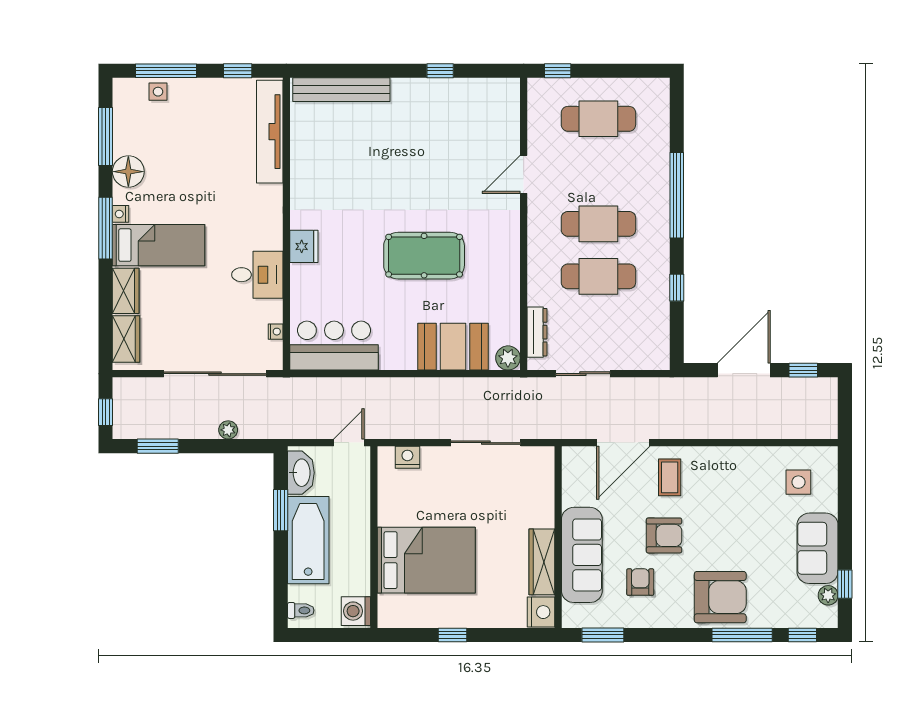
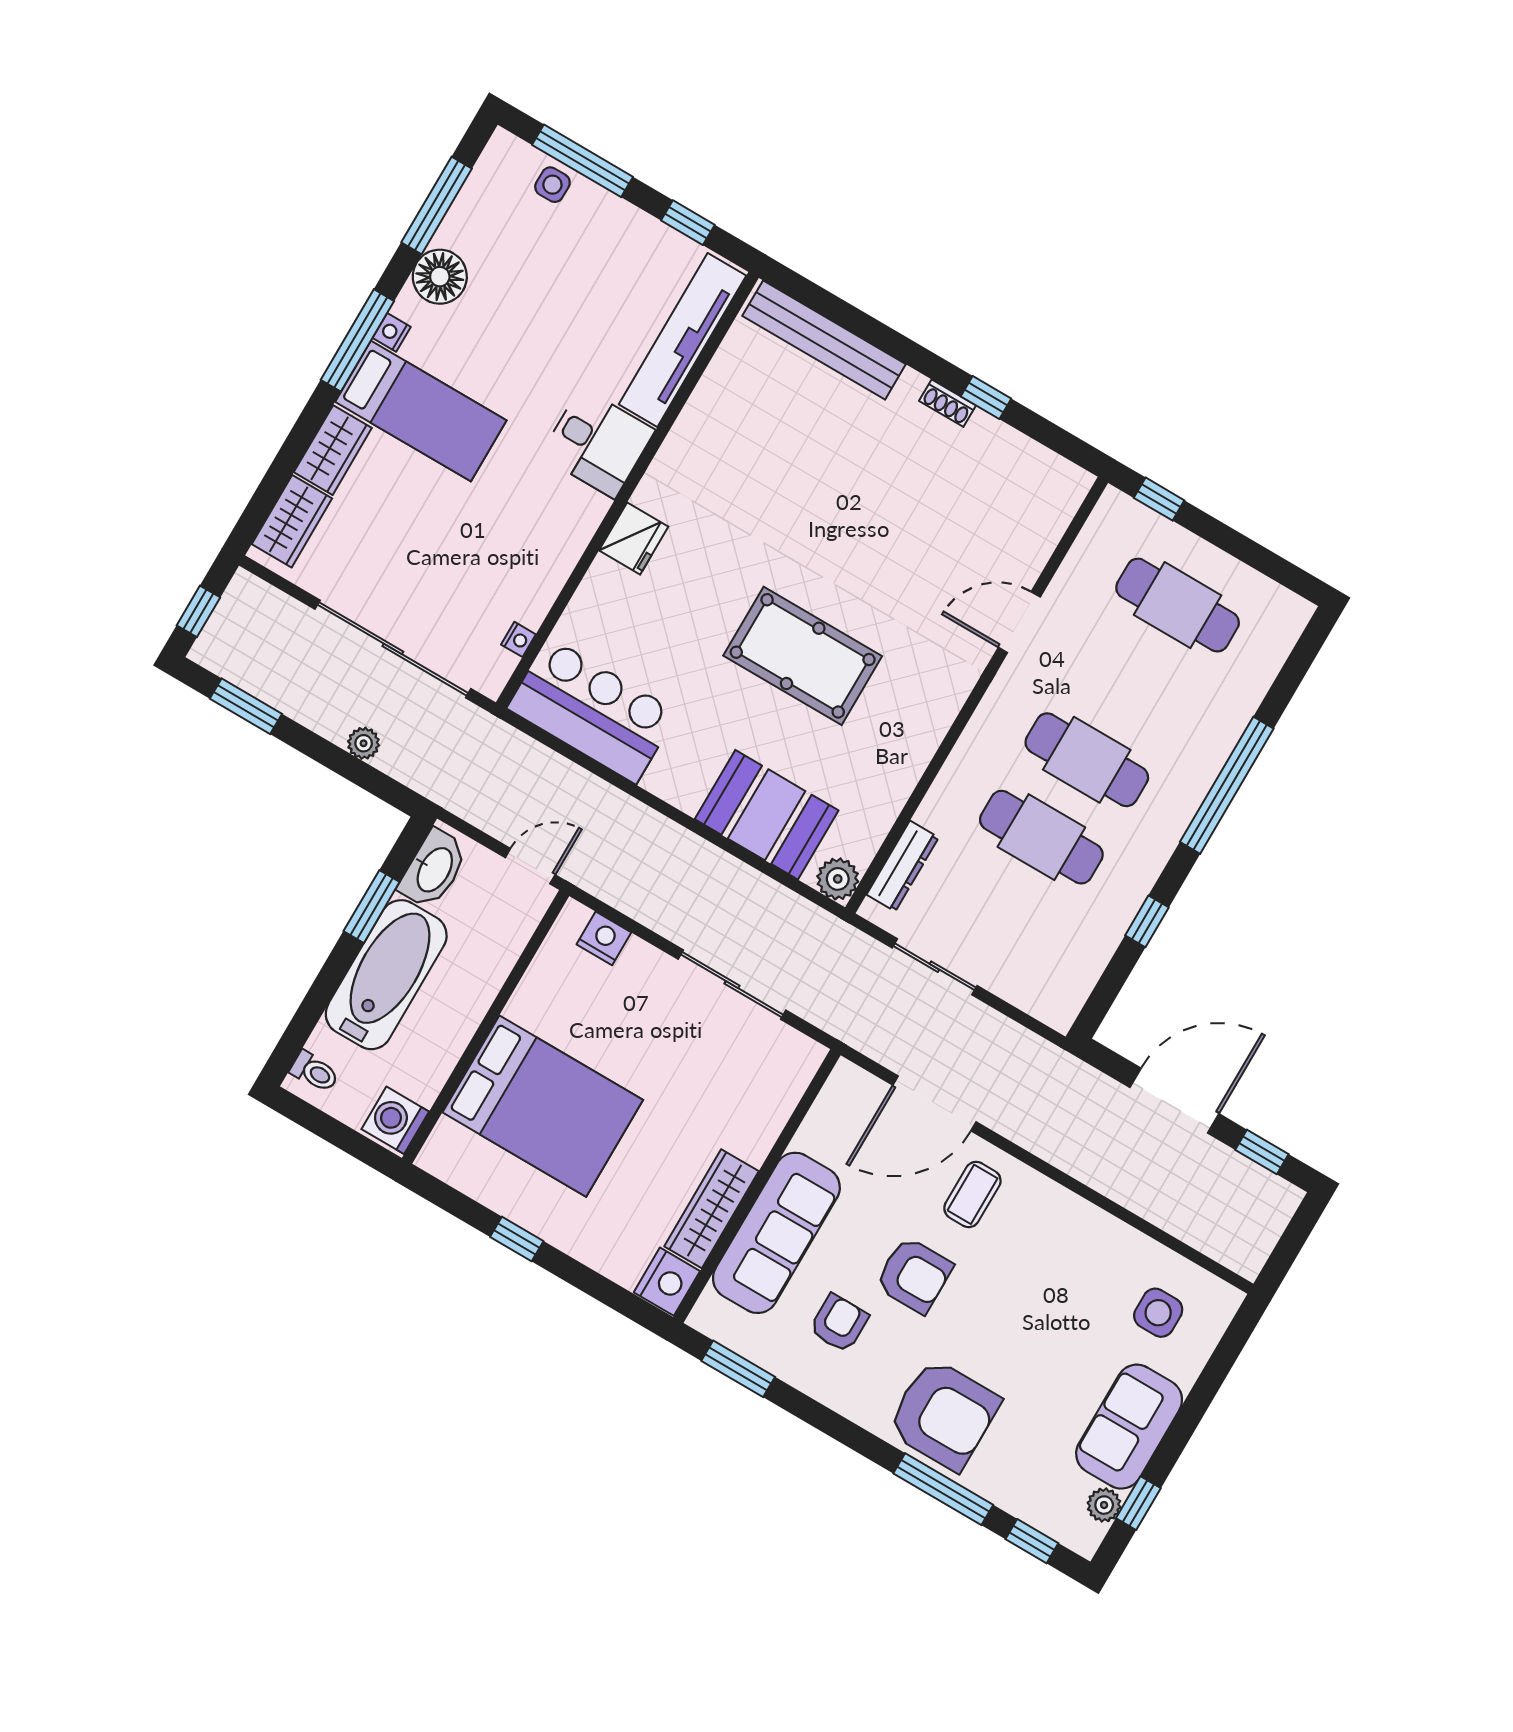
shoe rack: (422, 85) -> (947, 403), added
desk: (257, 275) -> (598, 443), moved

